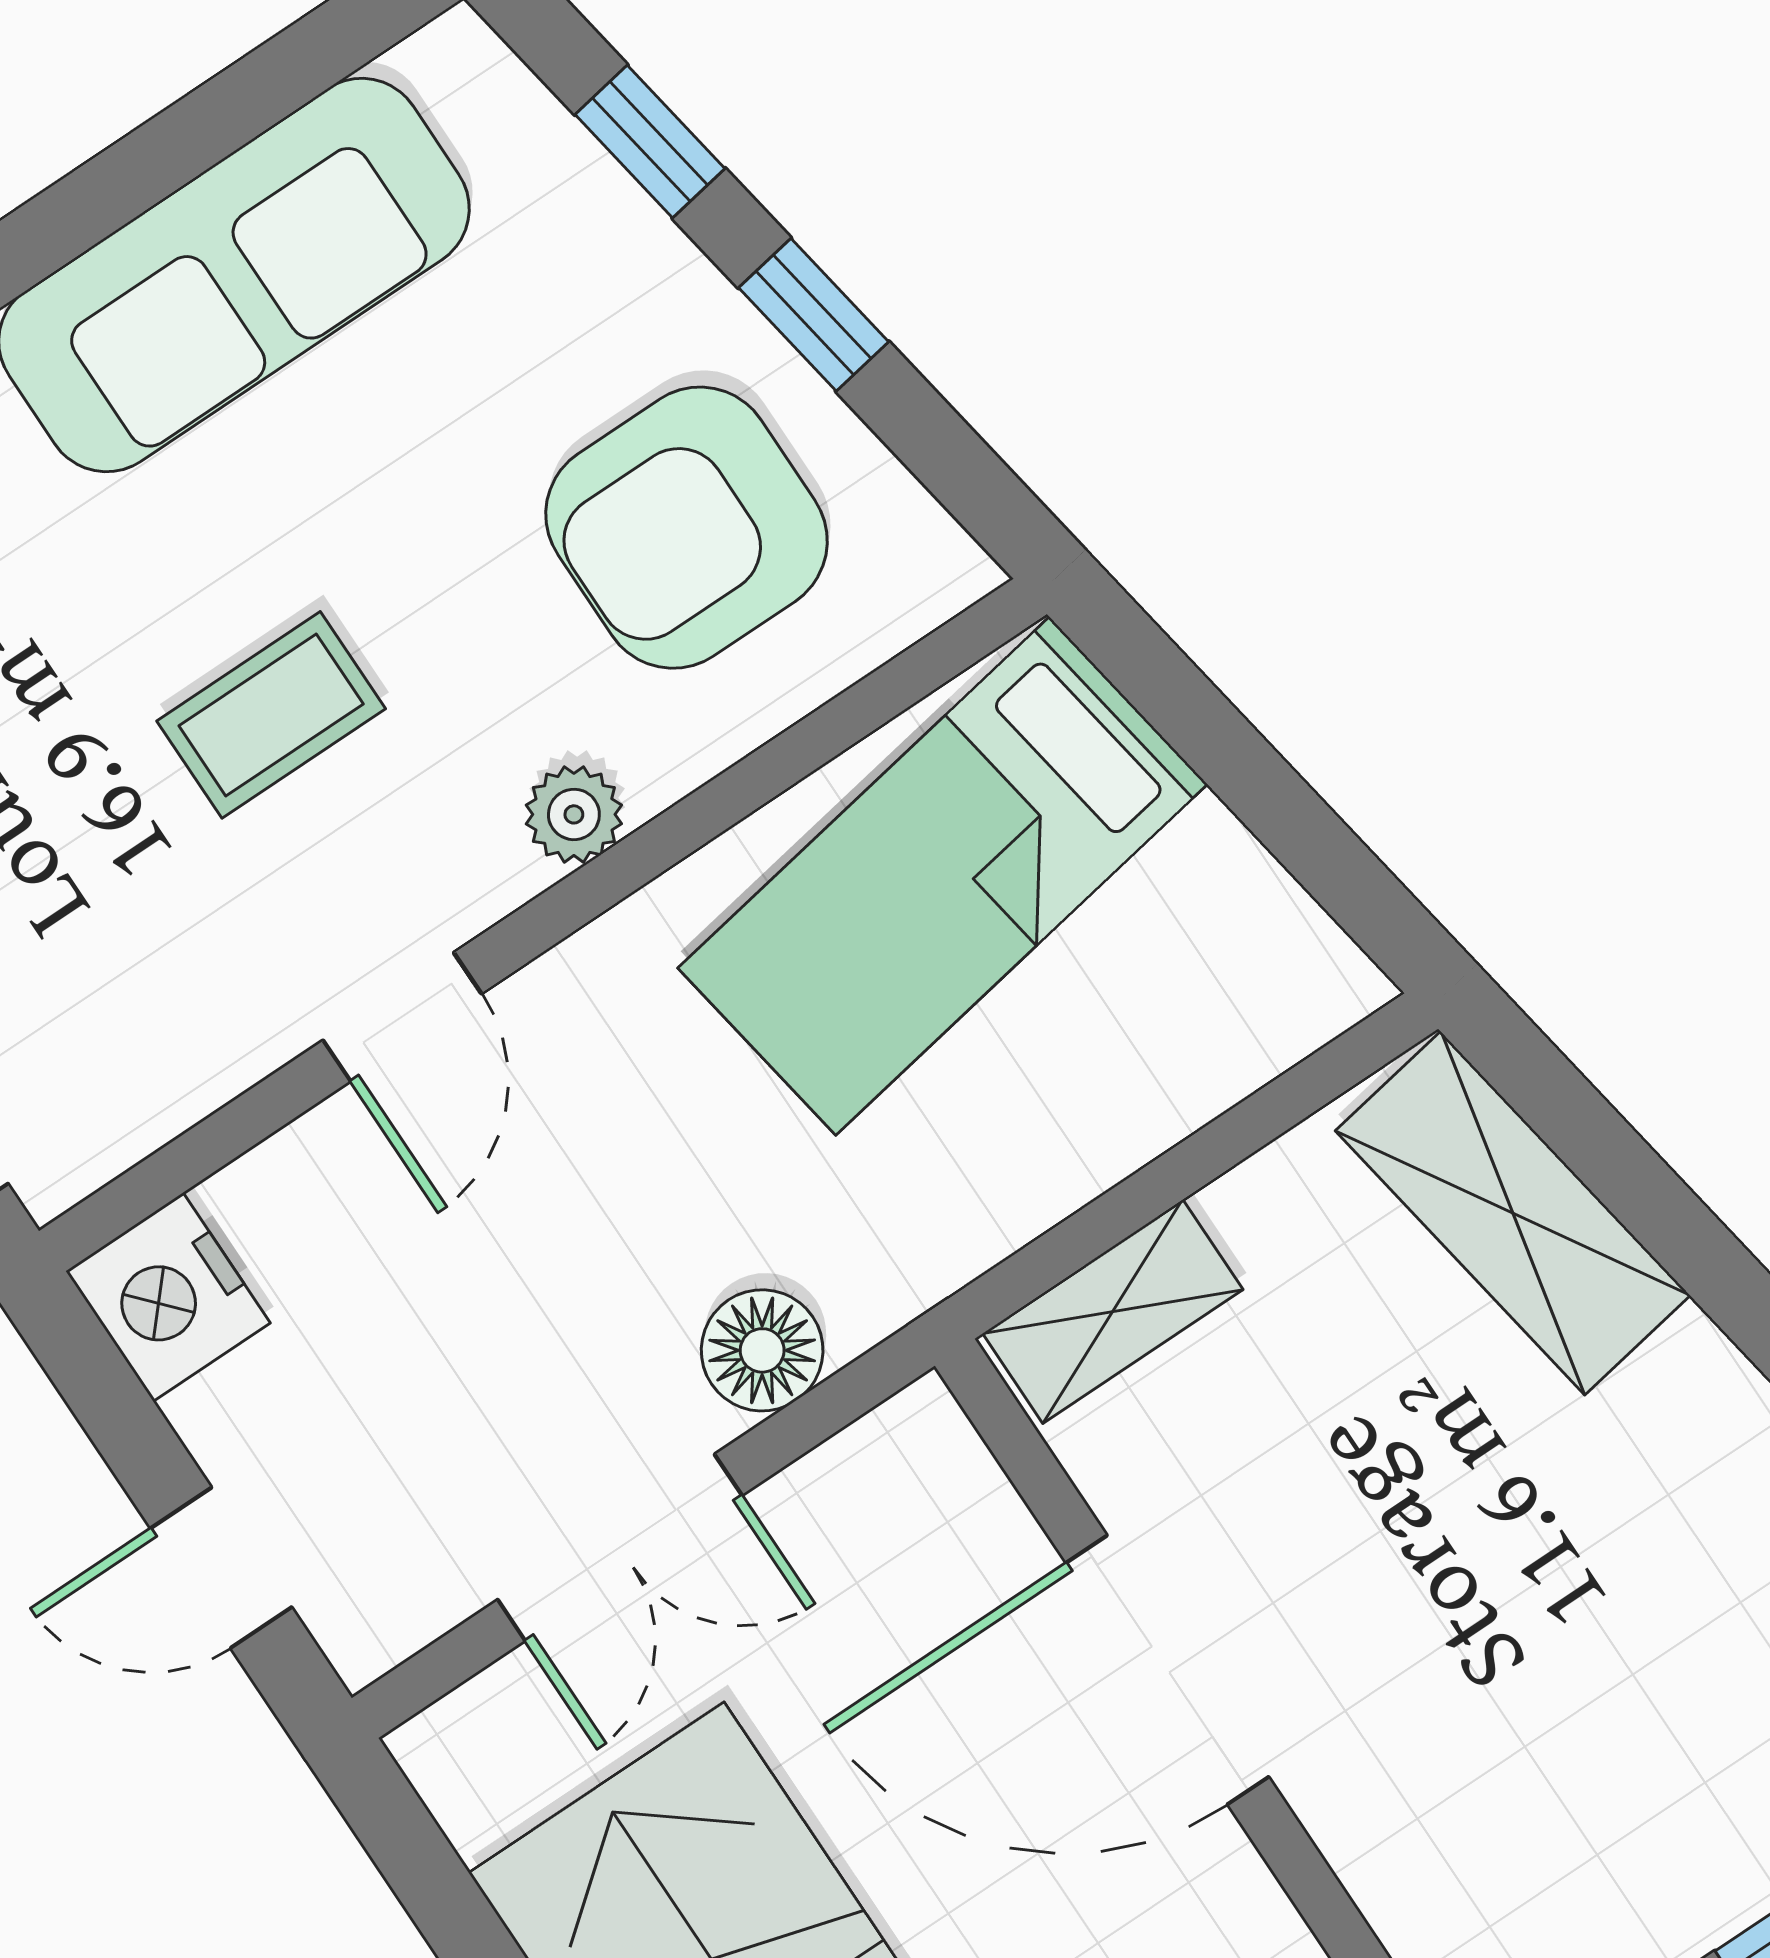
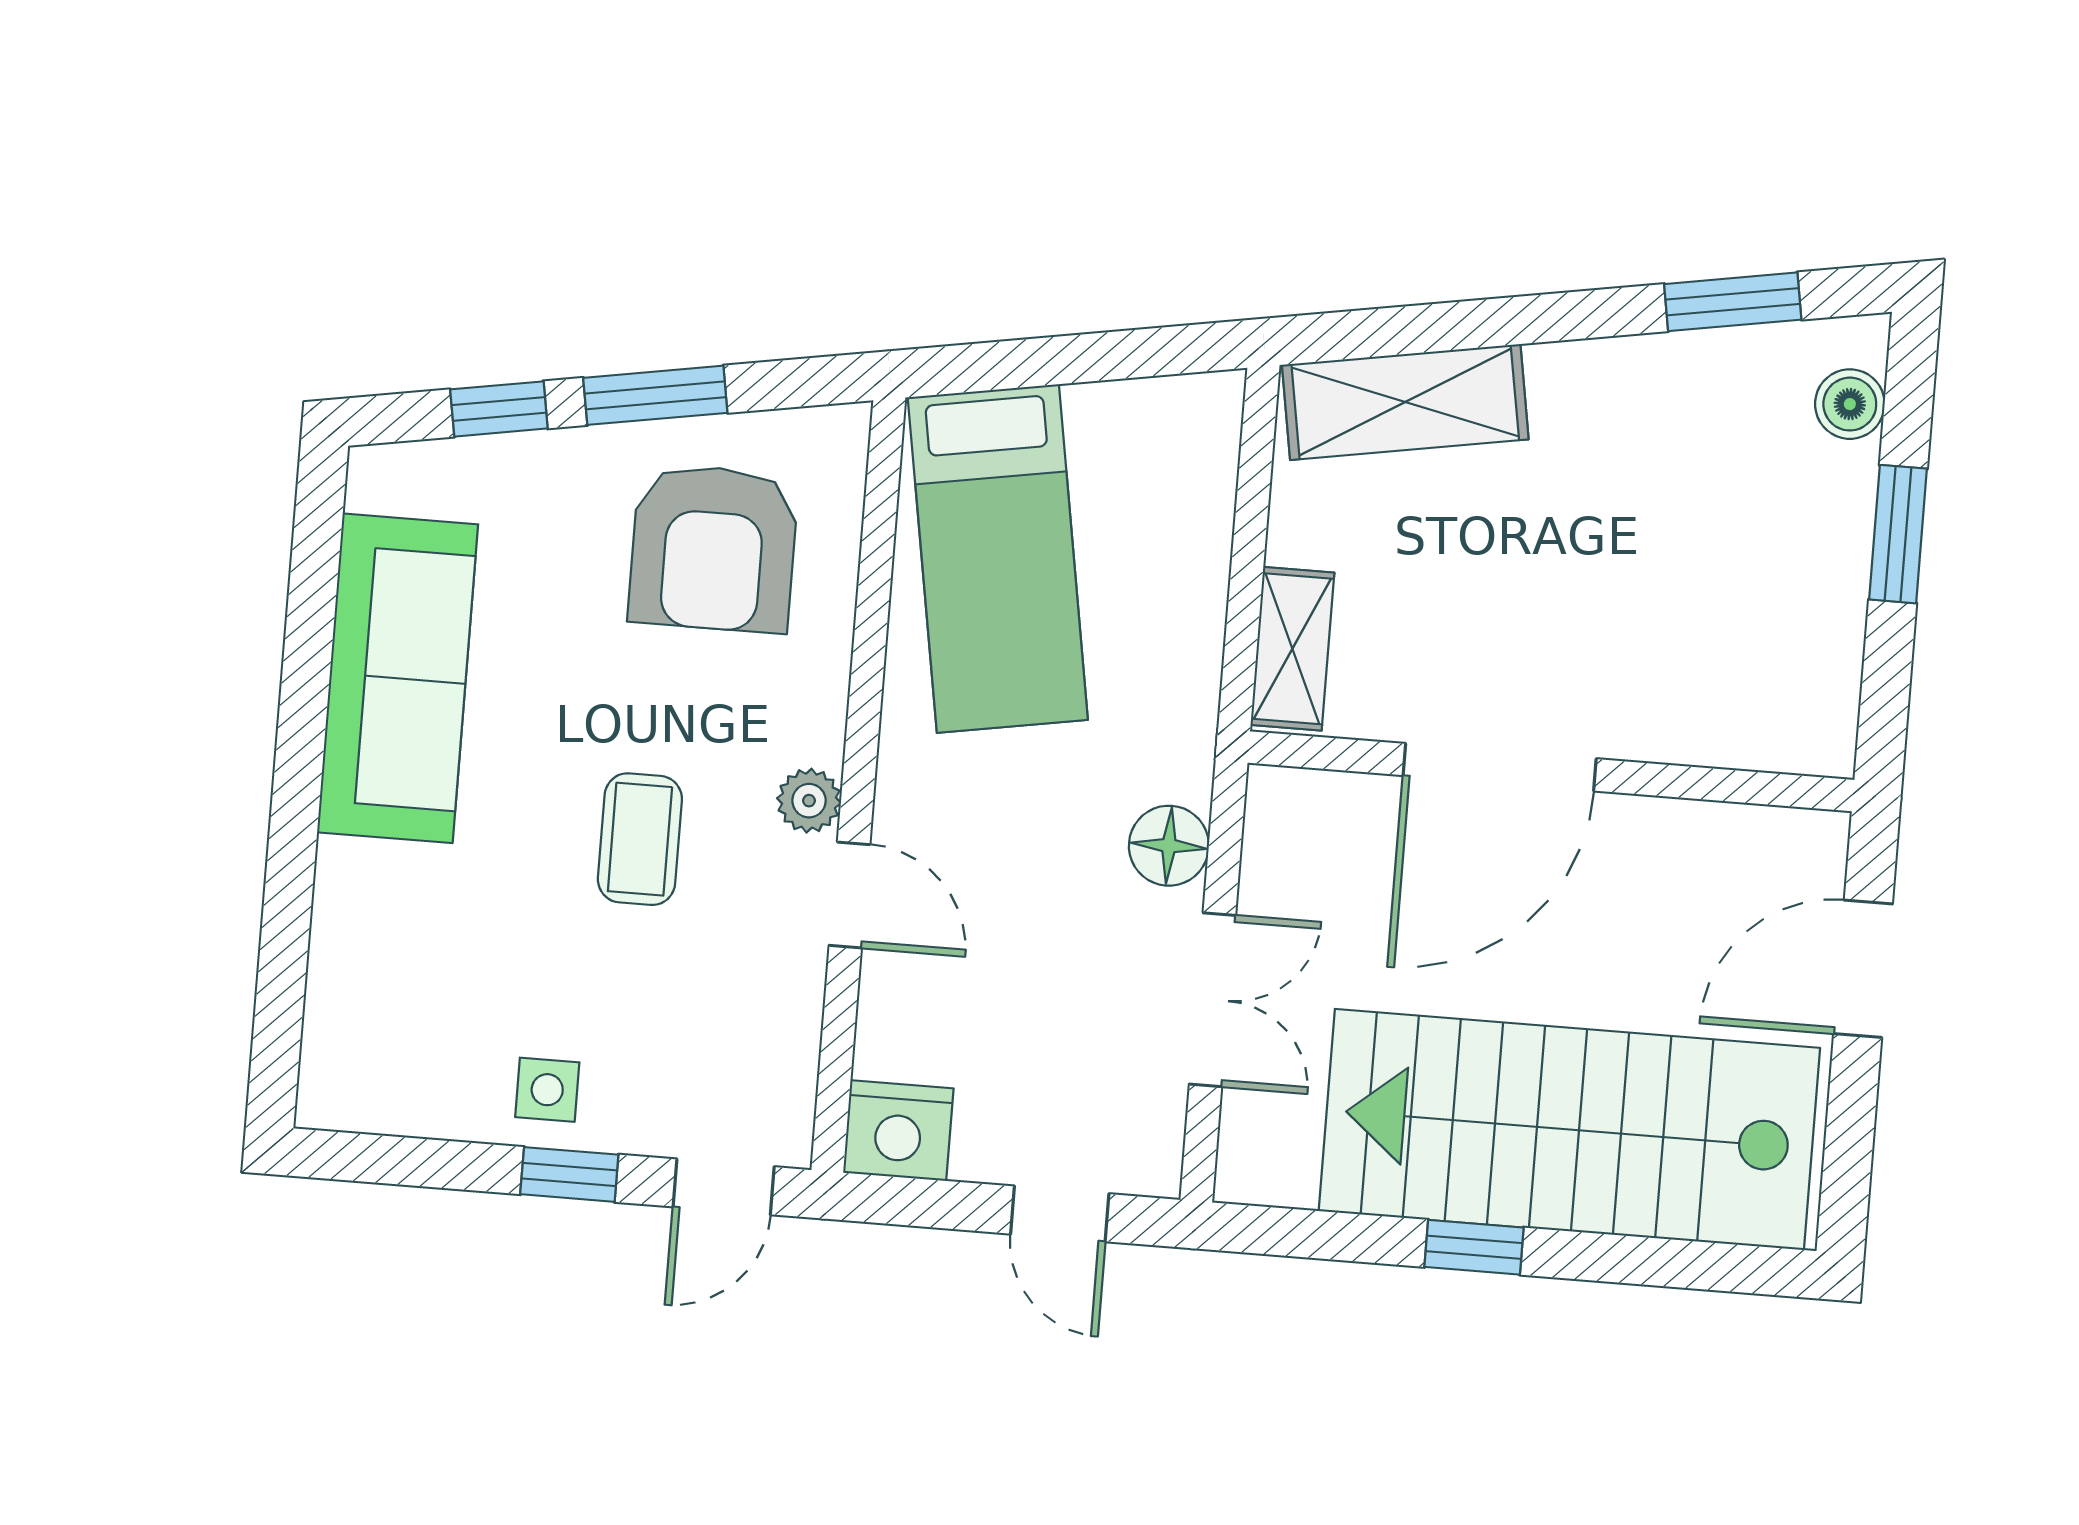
window: (814, 315) -> (655, 395), width x1.50
plant: (574, 814) -> (809, 801), moved
door: (221, 1568) -> (1060, 1214), hinge flipped

